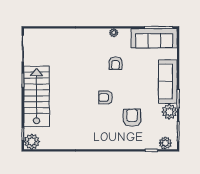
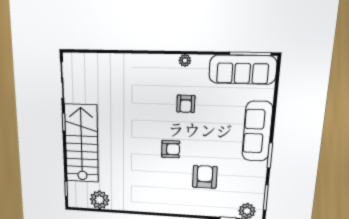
armchair: (106, 97) -> (171, 149), turned 180
plant: (169, 112) -> (256, 172), removed
plant: (32, 141) -> (100, 200), moved

